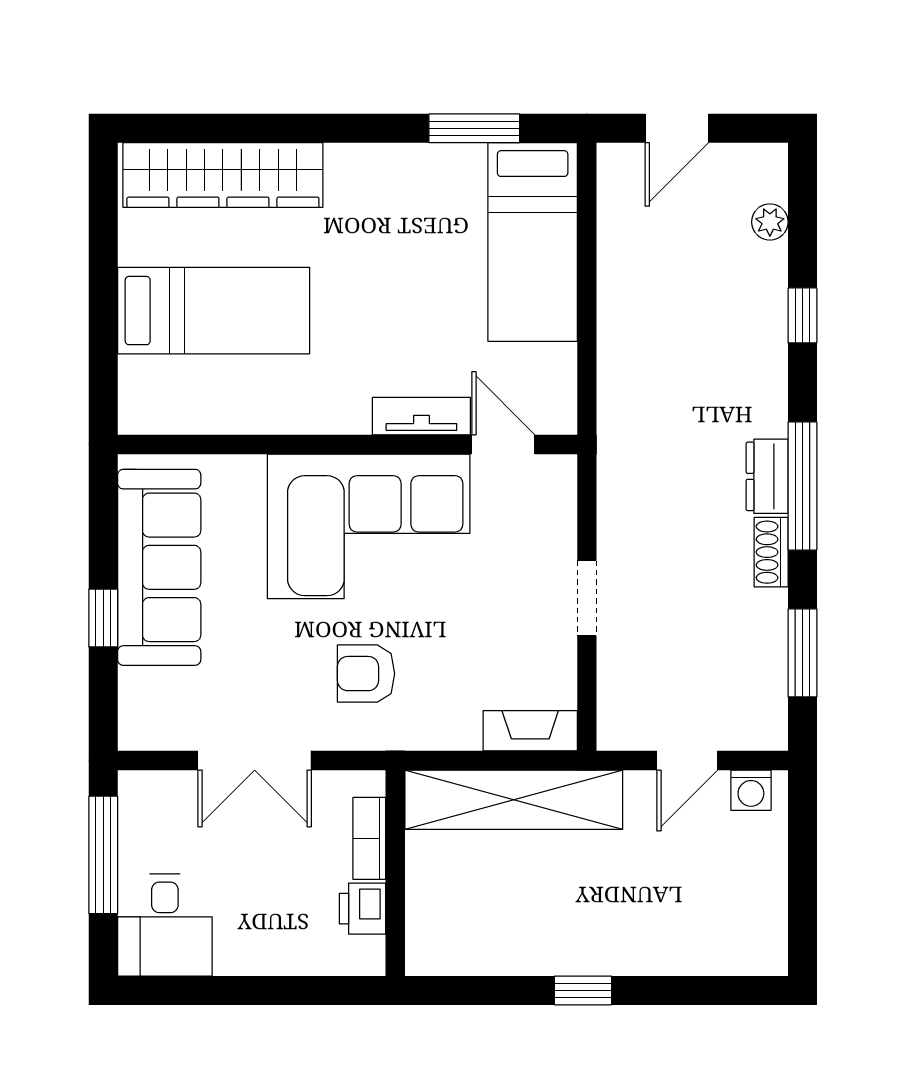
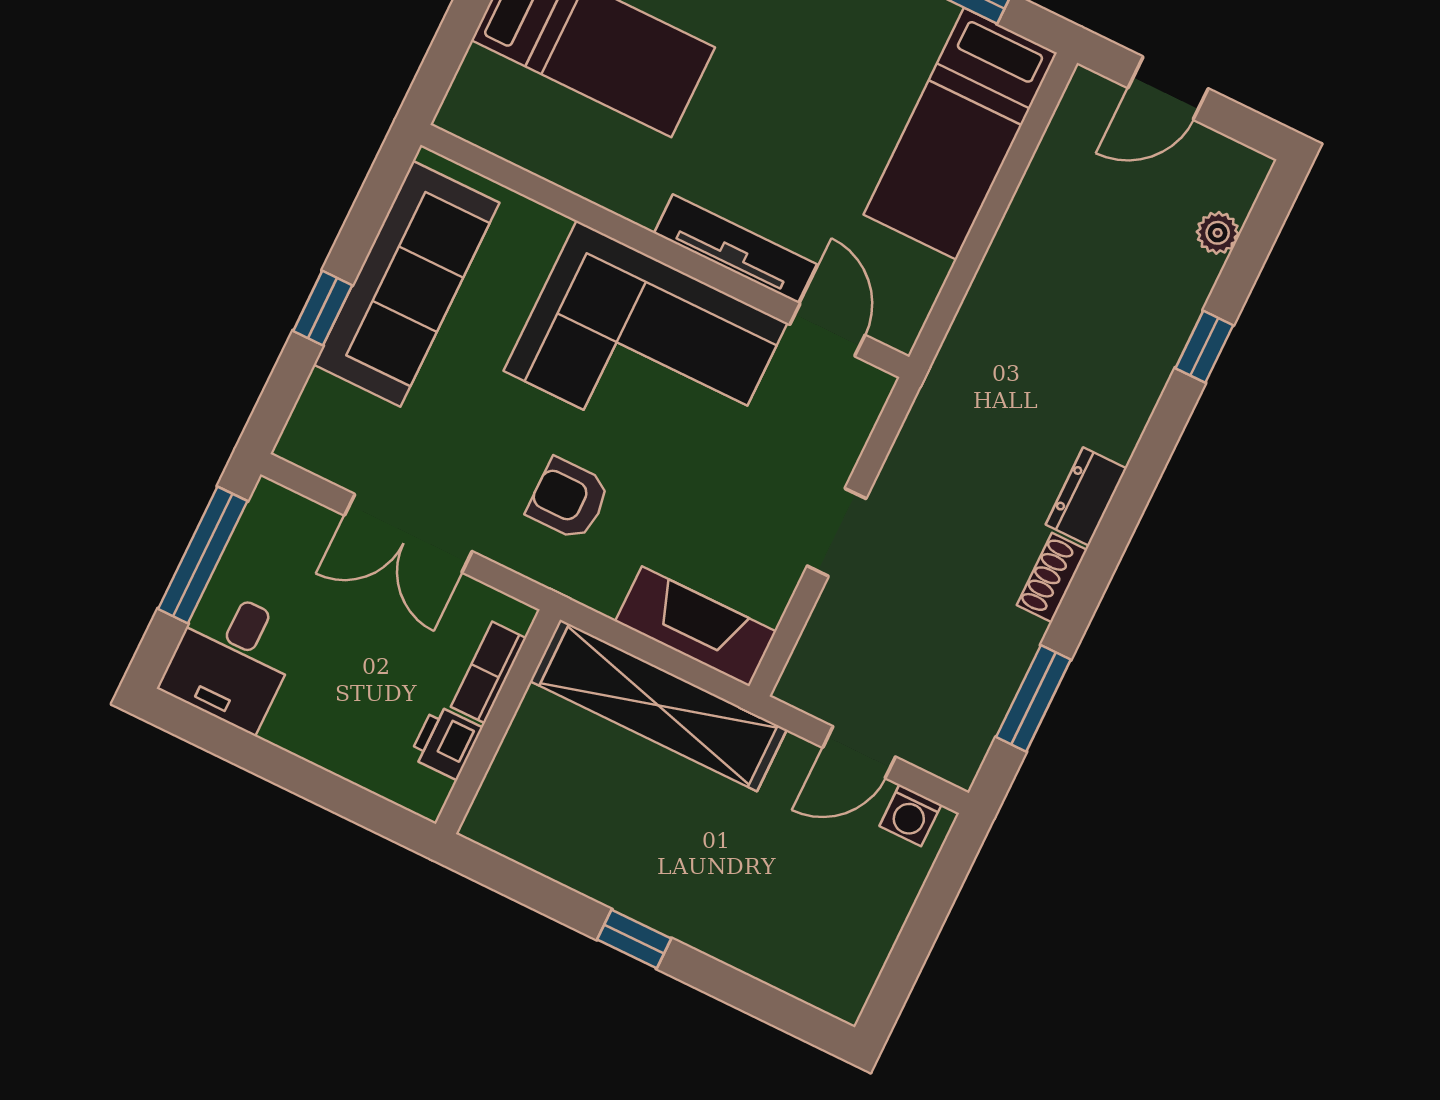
tv unit: (421, 416) -> (735, 249), width x1.41
window: (802, 486) -> (1118, 524), removed
fireplace: (530, 731) -> (696, 626), width x1.37, depth x1.32

